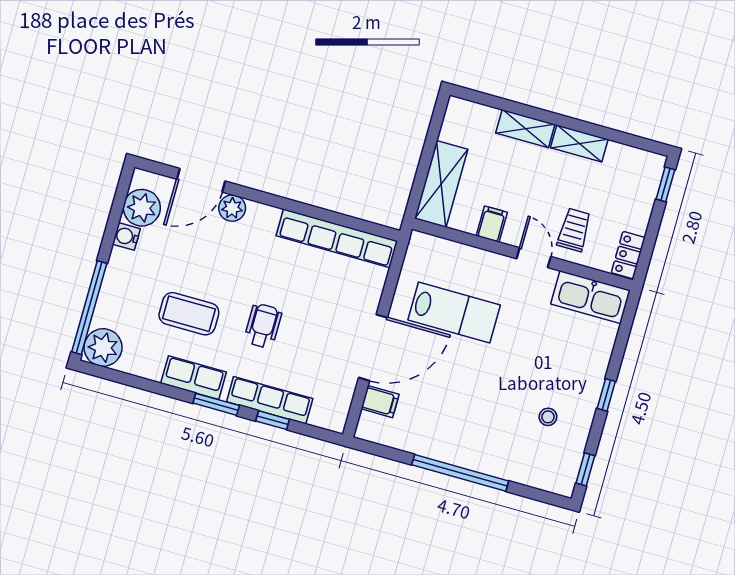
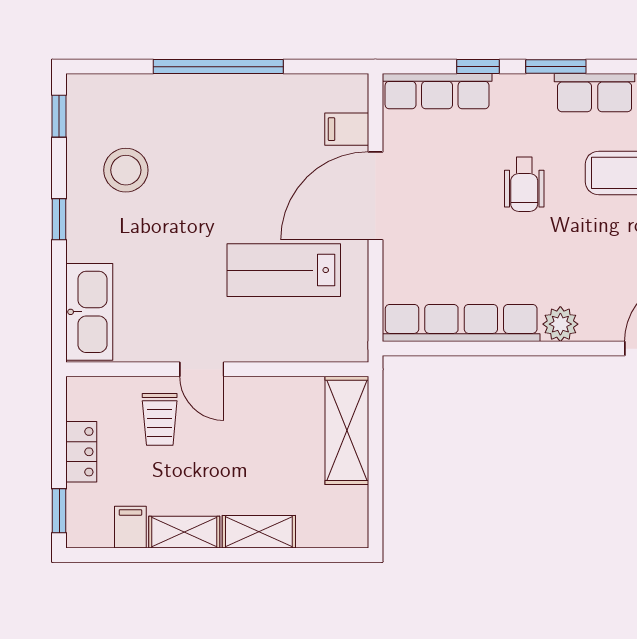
plant: (232, 208) -> (560, 324), moved
filing cabinet: (492, 224) -> (130, 527), moved, turned 180
locker: (628, 255) -> (81, 452), moved
kitchen sink: (590, 297) -> (89, 312), moved, turned 90
row of seats: (270, 400) -> (437, 91), moved
stool: (548, 417) -> (126, 170), width x1.89, depth x1.89

